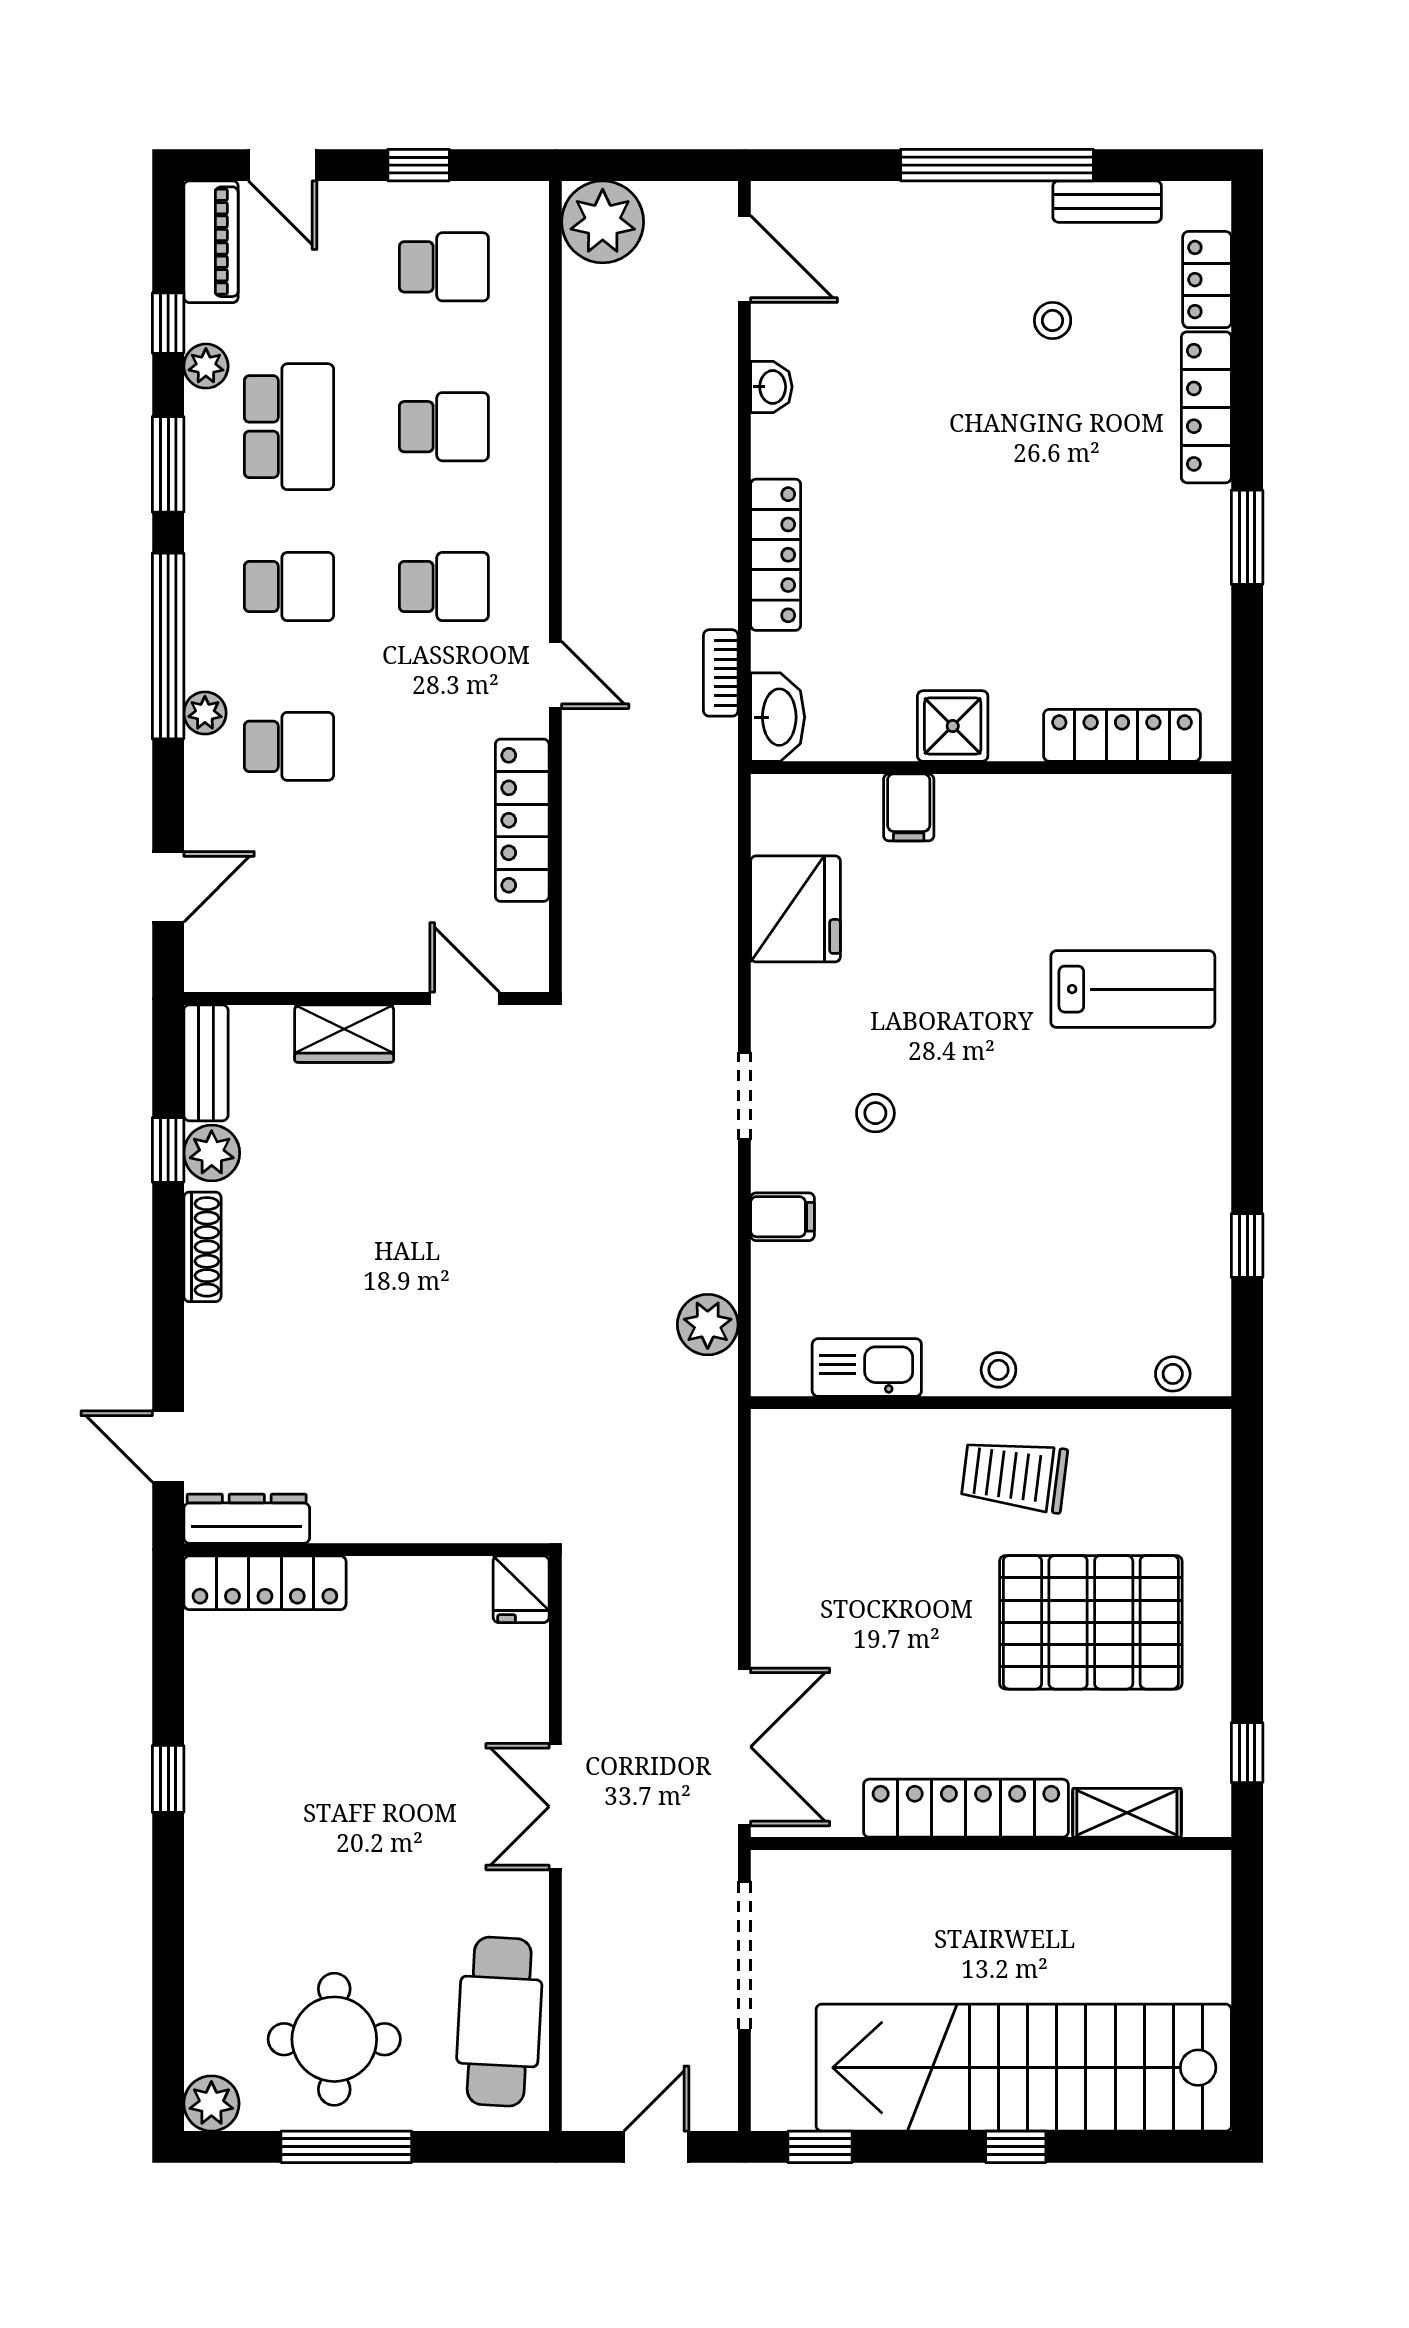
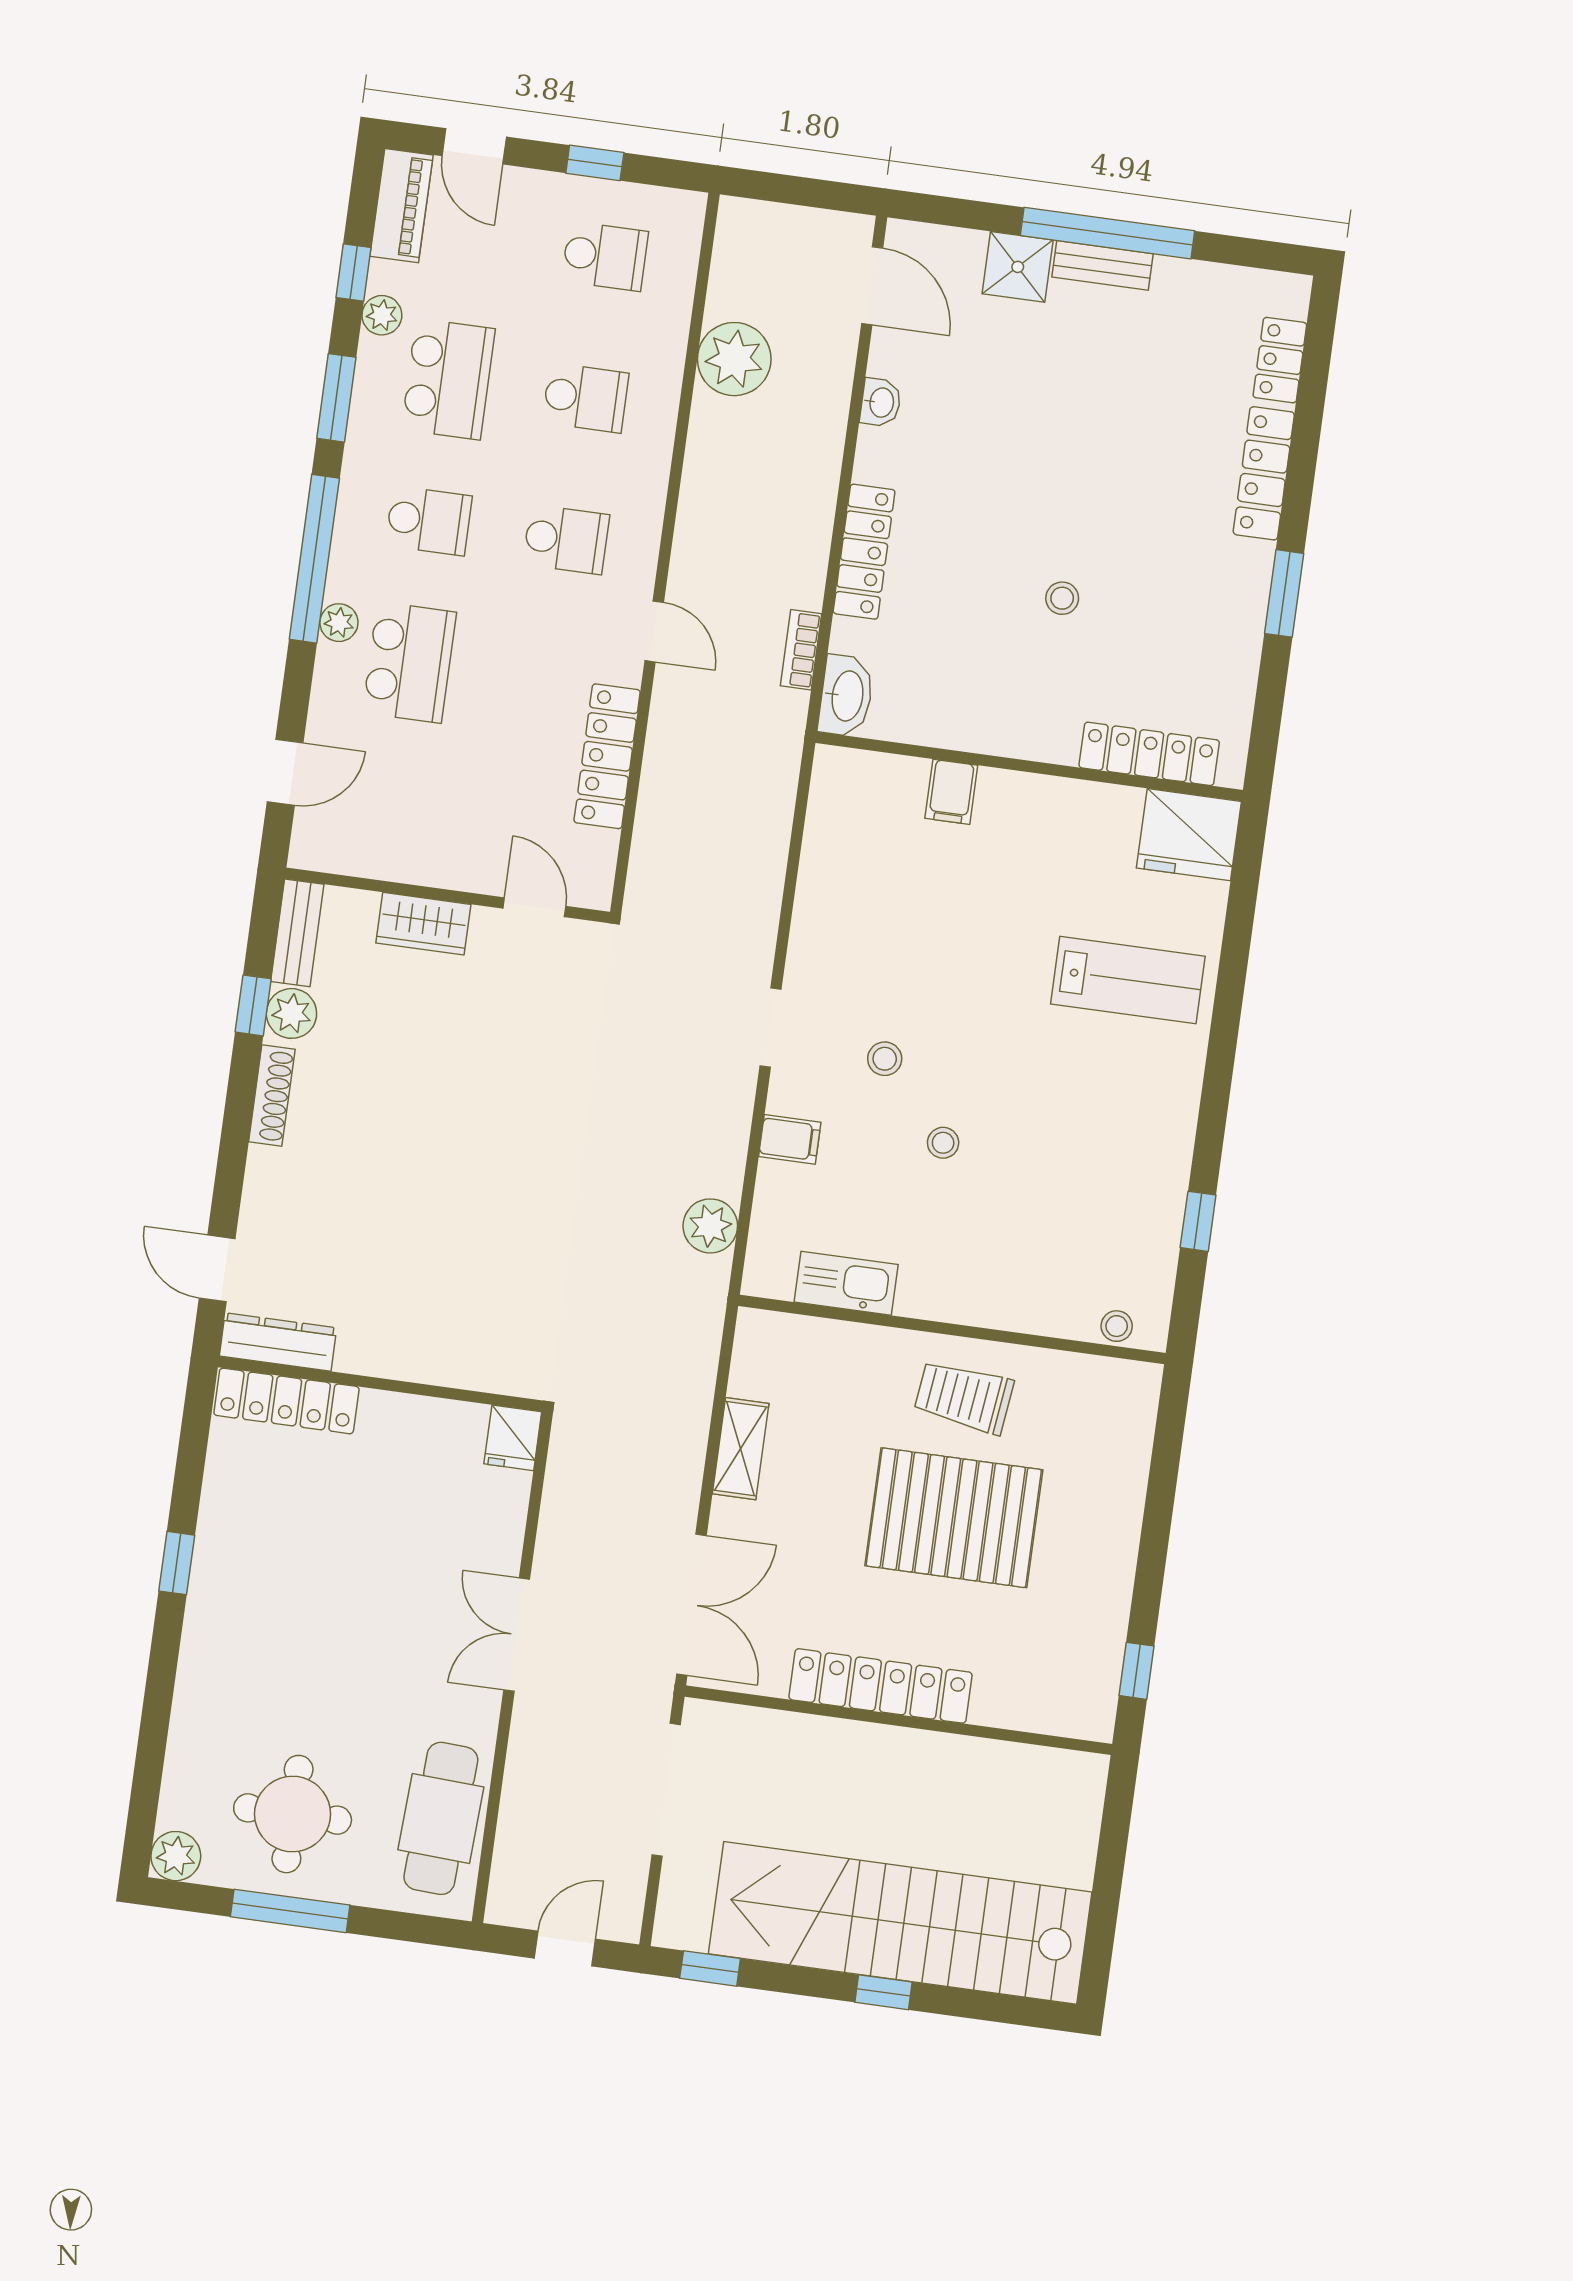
bench: (1107, 202) -> (1103, 265), moved
plant: (603, 222) -> (734, 359), moved
stool: (1053, 321) -> (1062, 598), moved
shower: (953, 726) -> (1018, 267), moved
school desk: (289, 746) -> (409, 662), width x1.85
fridge: (796, 909) -> (1189, 835), moved, turned 90
stool: (999, 1370) -> (943, 1143), moved
pallet: (1091, 1622) -> (954, 1518), moved
shelving: (1127, 1813) -> (741, 1449), moved, turned 90

